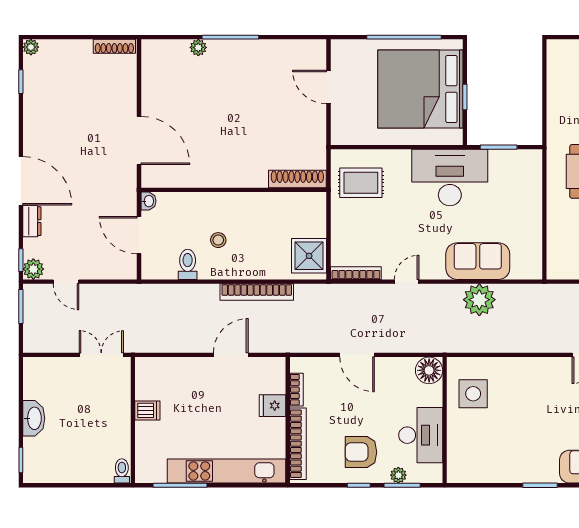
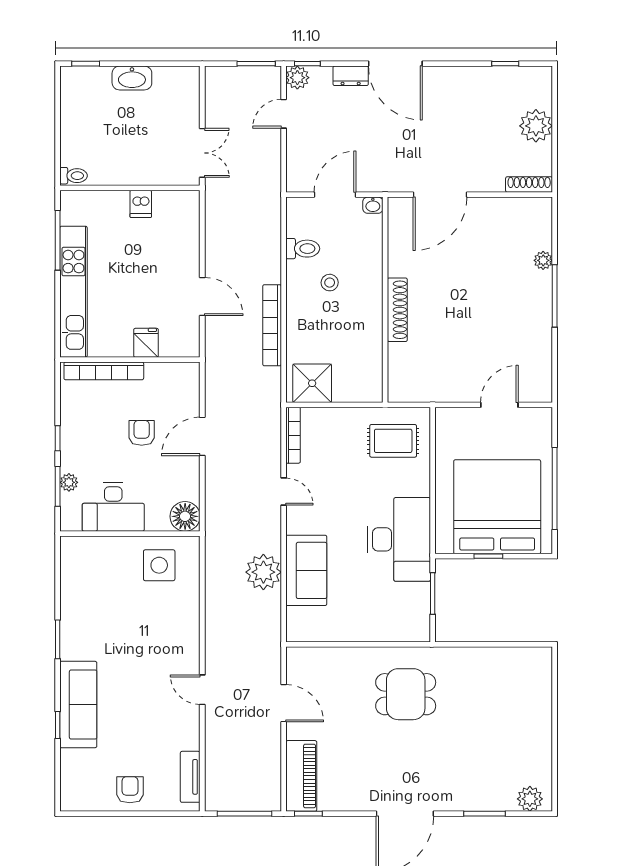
shoe rack: (114, 46) -> (529, 185), moved, turned 90
plant: (31, 47) -> (536, 126), moved, width x1.88, depth x1.88
shoe rack: (297, 179) -> (397, 310), moved
door: (21, 181) -> (395, 64), hinge flipped
rug: (361, 183) -> (393, 441), turned 90
bookcase: (296, 390) -> (164, 369), removed
armchair: (361, 452) -> (142, 433), moved, width x0.72, depth x0.72

